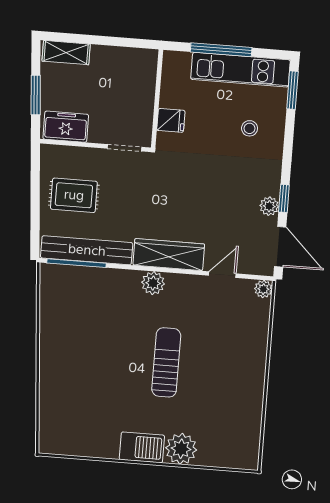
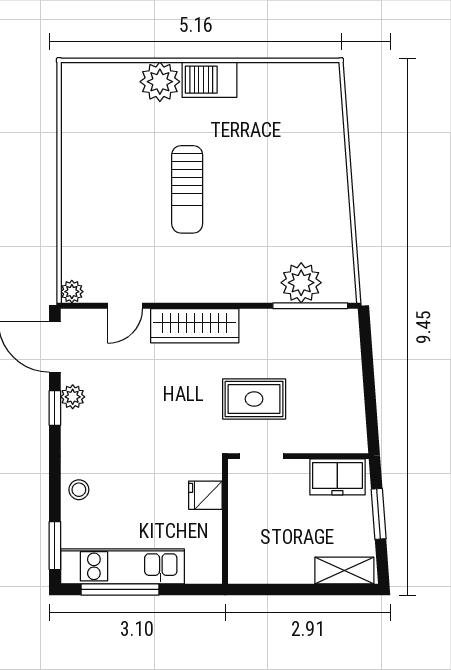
window: (221, 50) -> (120, 589), moved
stool: (250, 128) -> (79, 490), moved
rug: (74, 195) -> (254, 399), moved
bench: (87, 250) -> (299, 323), removed
plant: (153, 283) -> (301, 283), moved, width x1.36, depth x1.36

